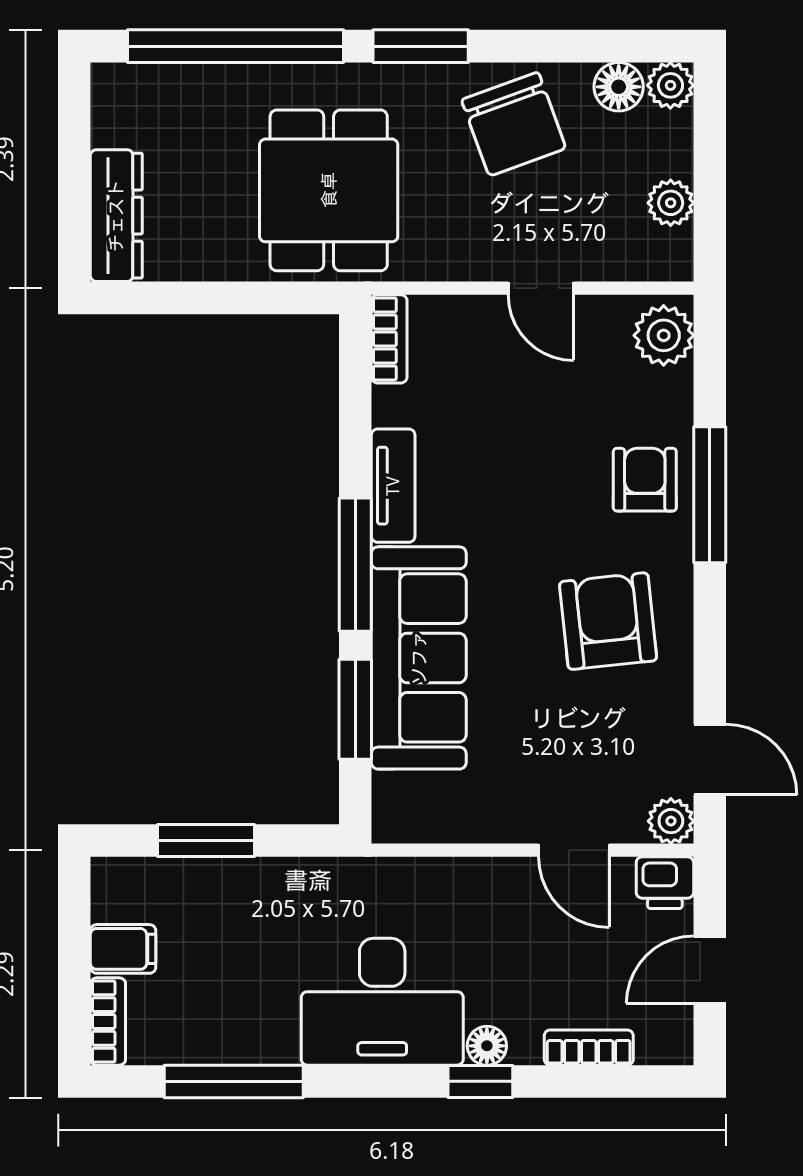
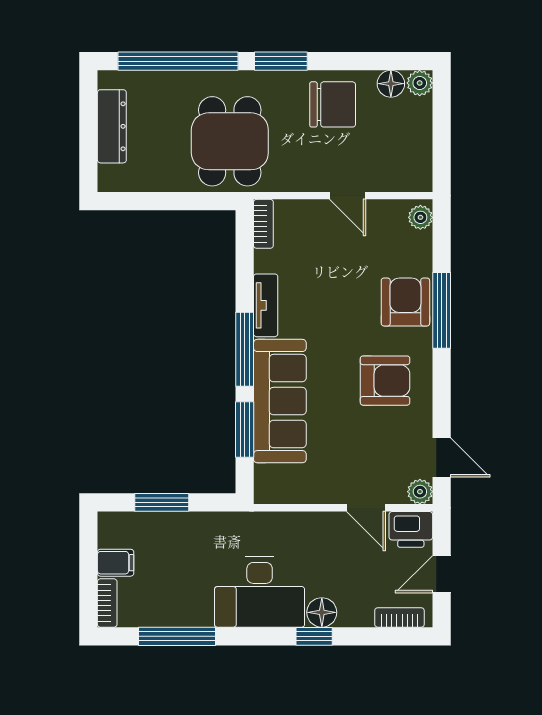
chair: (514, 124) -> (333, 104), turned -70
plant: (671, 203) -> (420, 148), removed
dresser: (116, 216) -> (112, 126), moved
plant: (664, 335) -> (420, 217), width x0.73, depth x0.73
armchair: (645, 480) -> (405, 302), width x1.38, depth x1.38
armchair: (608, 621) -> (385, 381), turned 96
printer: (665, 883) -> (411, 529), width x1.36, depth x1.24
floor lamp: (487, 1046) -> (322, 612), width x1.37, depth x1.37
bookcase: (589, 1048) -> (399, 617), moved

